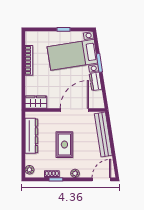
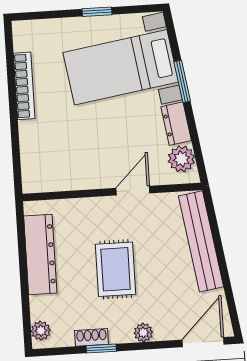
plant: (97, 97) -> (181, 159), added
wardrobe: (36, 102) -> (45, 178), removed
door: (74, 110) -> (133, 191), width x0.53

